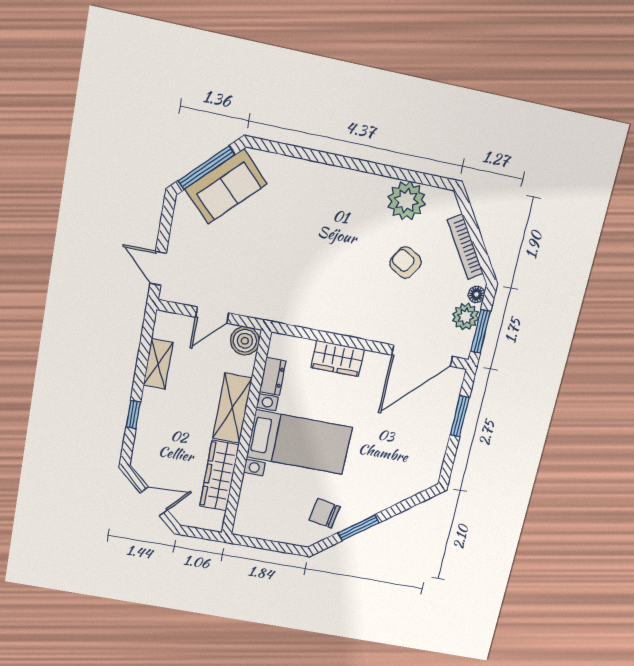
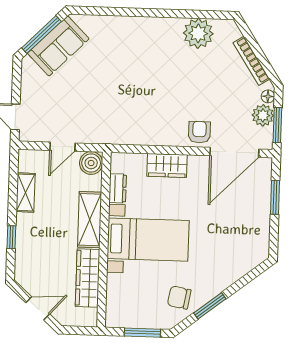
armchair: (405, 263) -> (199, 132), moved, turned 59
window: (274, 546) -> (142, 333), added

